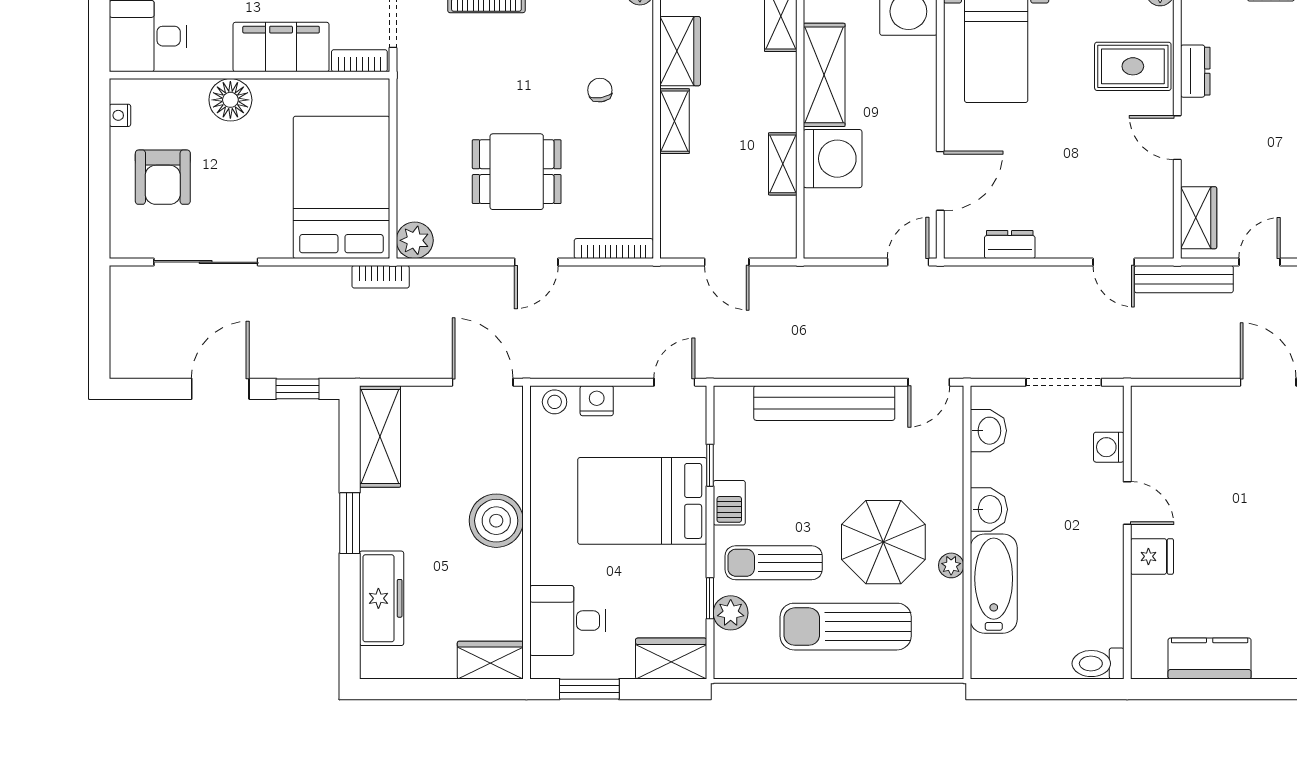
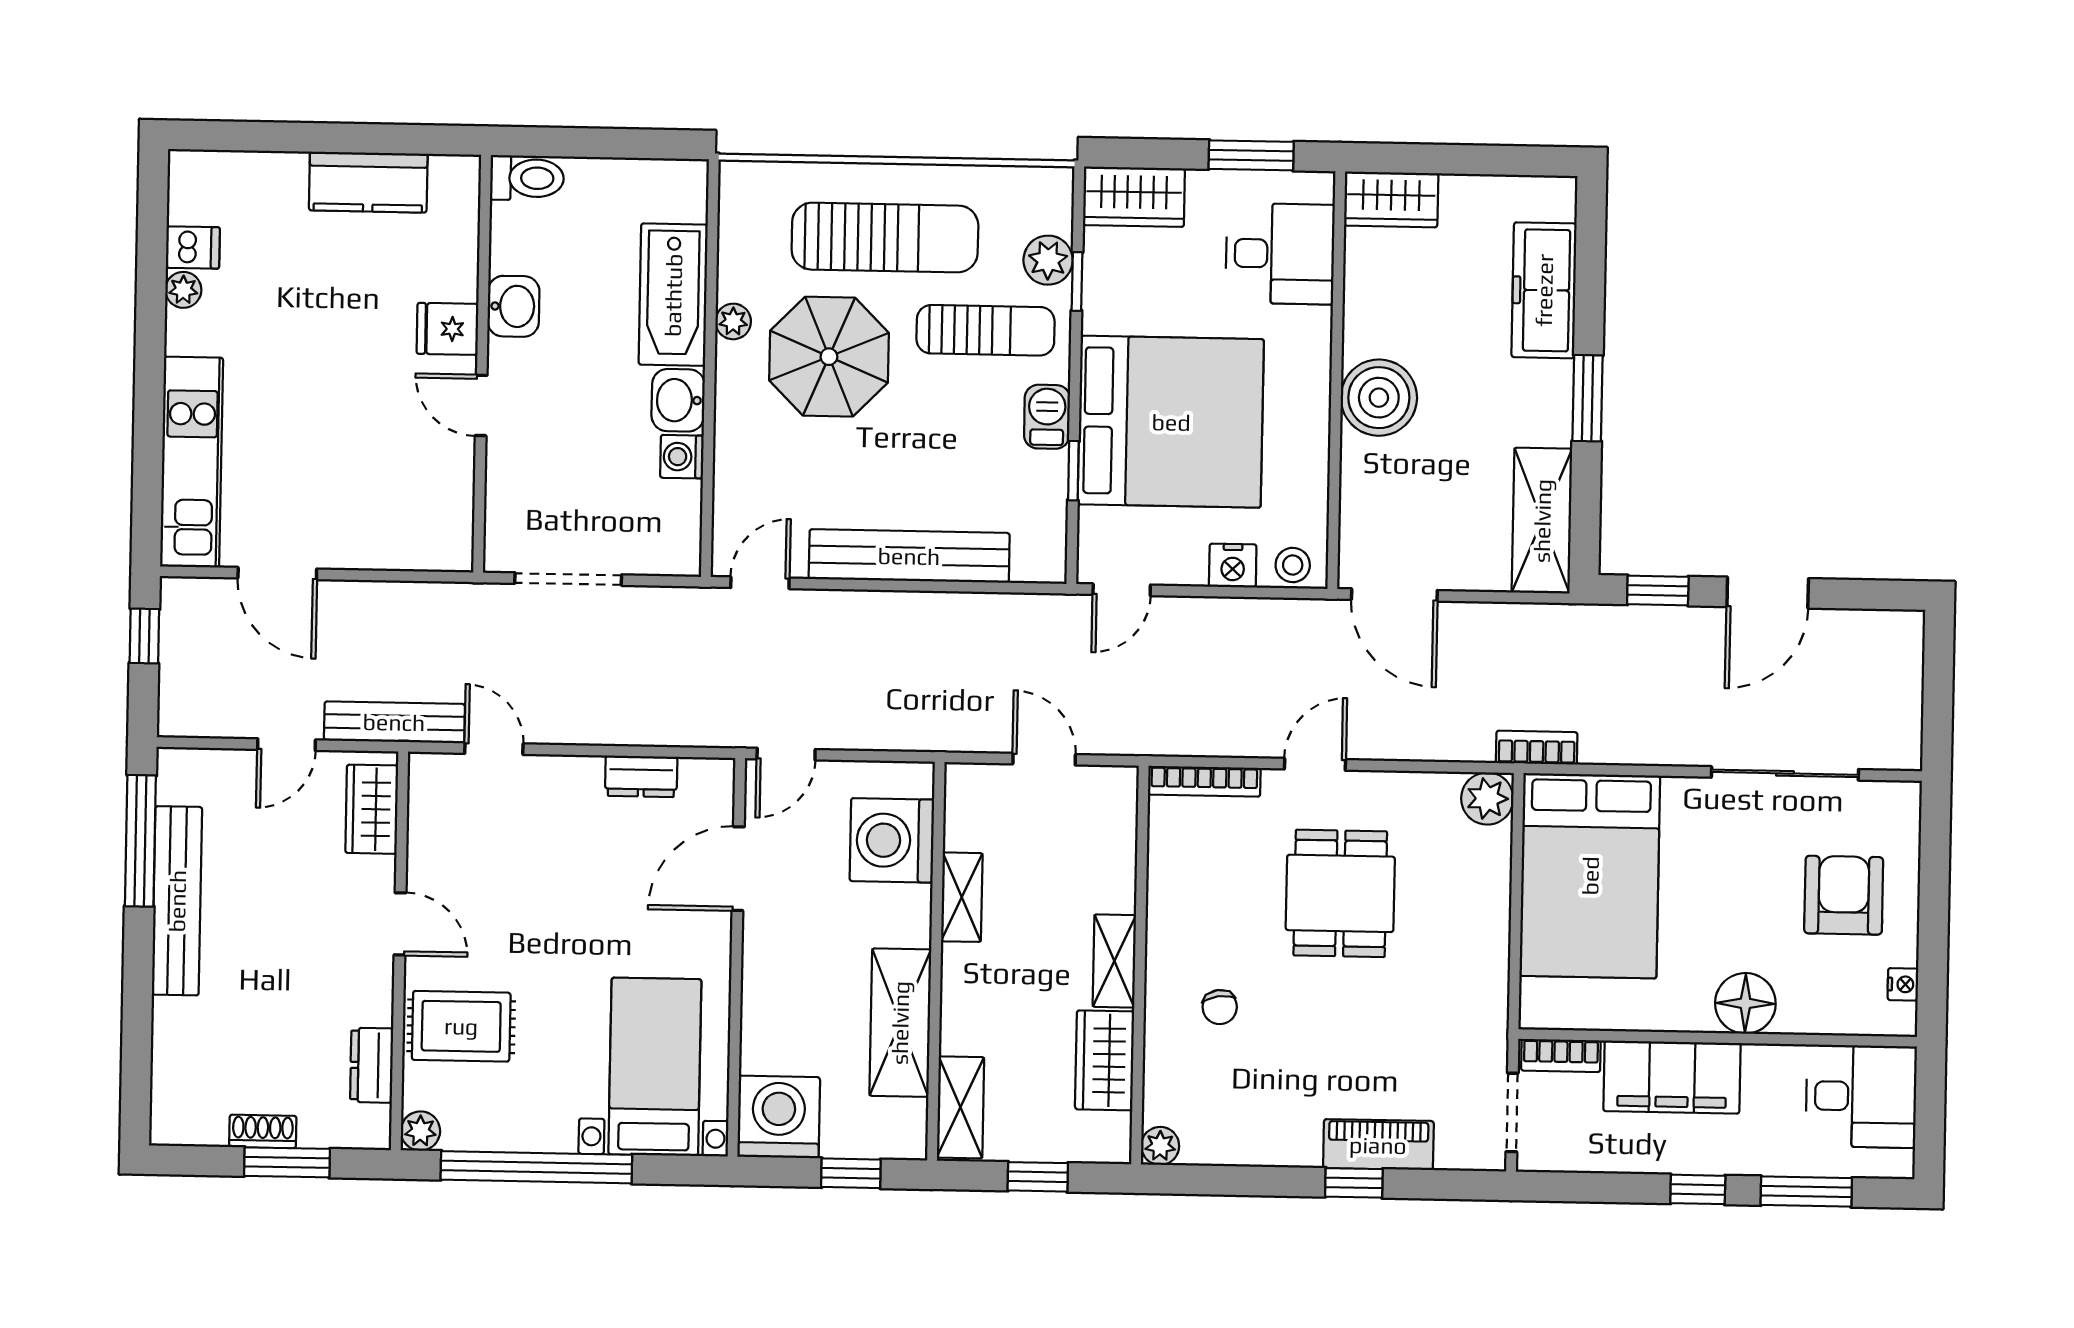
dresser: (1195, 71) -> (372, 1065), moved
washing machine: (833, 159) -> (892, 840), moved
dining table: (517, 172) -> (1340, 893), turned 90
washbasin: (988, 431) -> (513, 306), moved, turned 180
washing machine: (1109, 447) -> (682, 457), moved, turned 180
bed: (642, 501) -> (1171, 422), width x1.36

